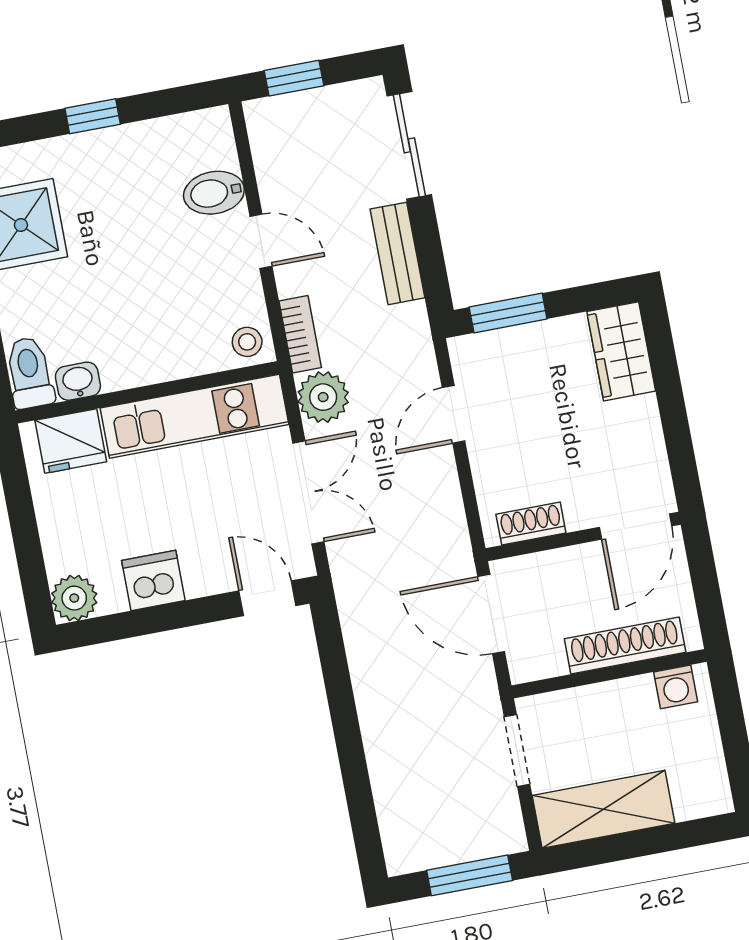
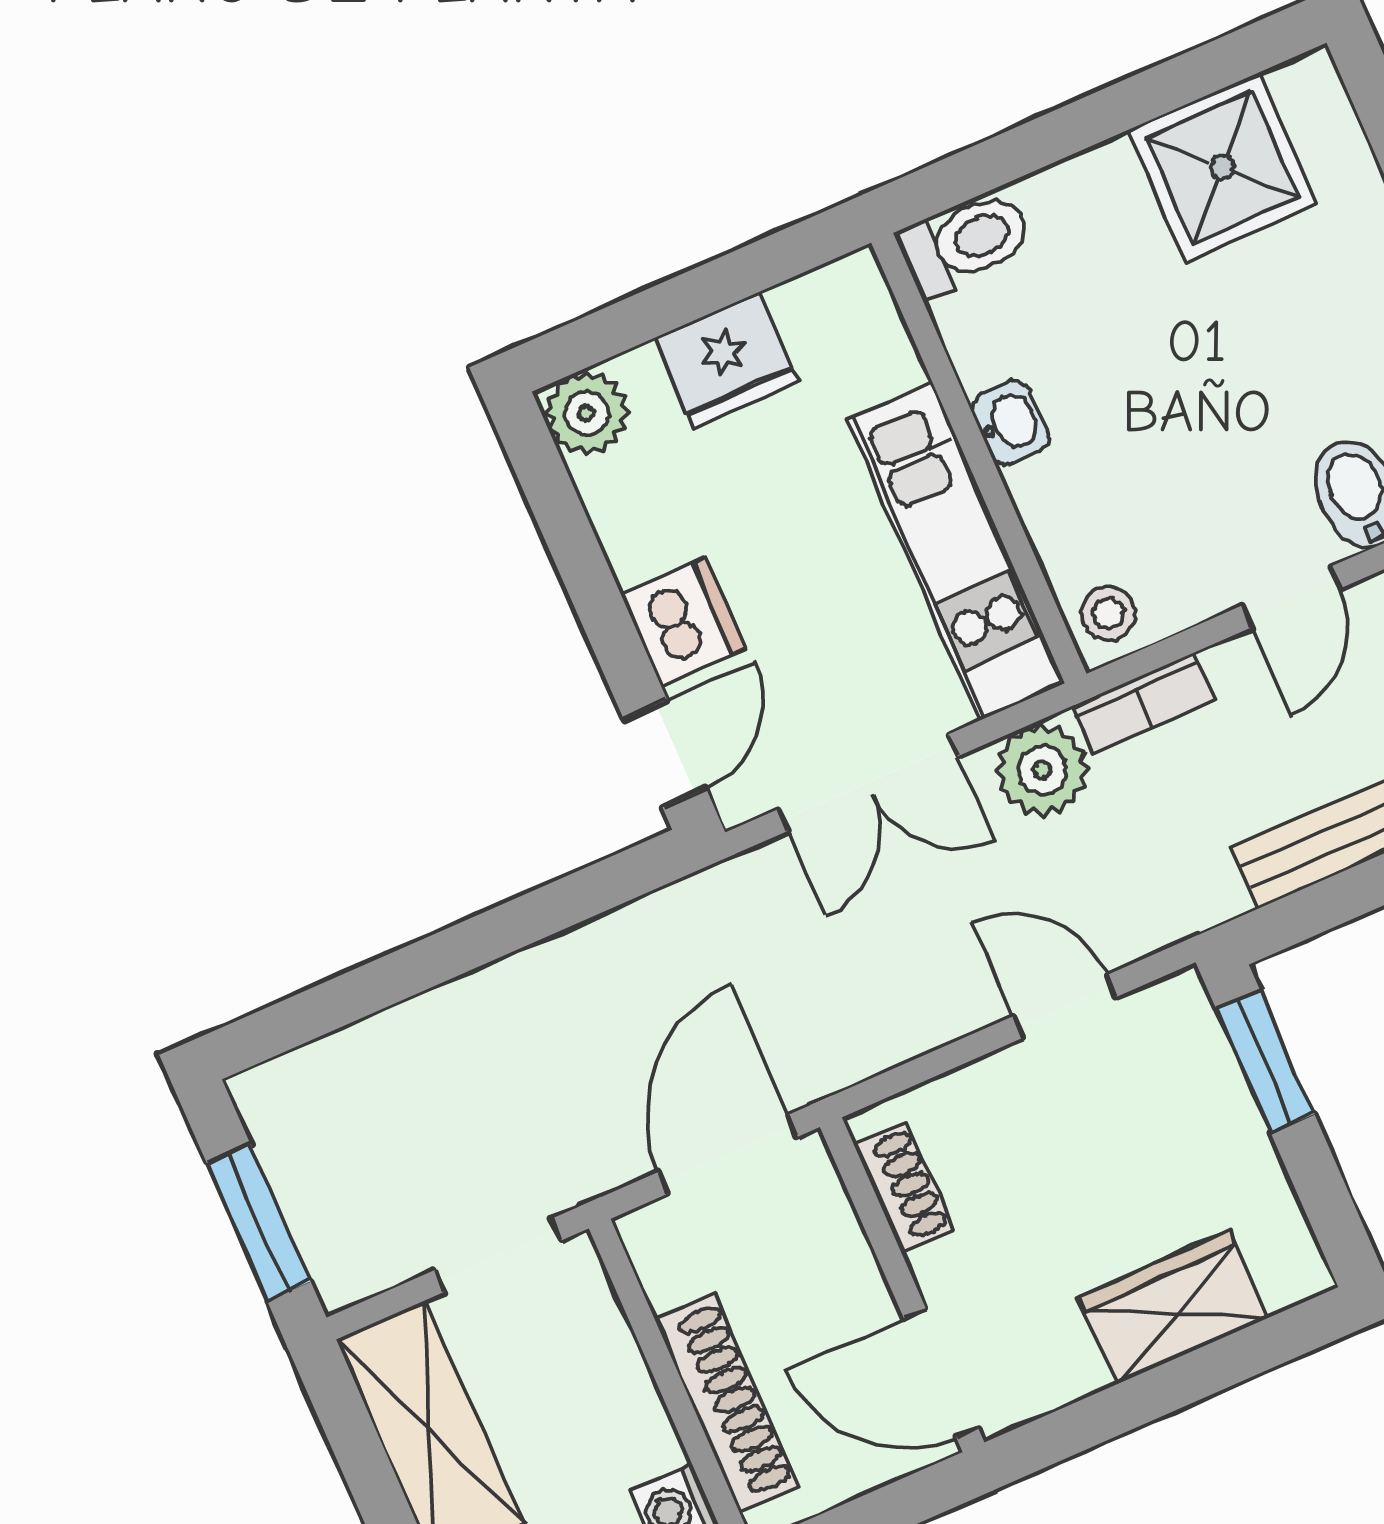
wardrobe: (621, 351) -> (1173, 1307), moved
washbasin: (78, 381) -> (1010, 423), moved
fridge: (71, 441) -> (726, 360), moved, turned -90
dishwasher: (153, 580) -> (683, 621), moved

